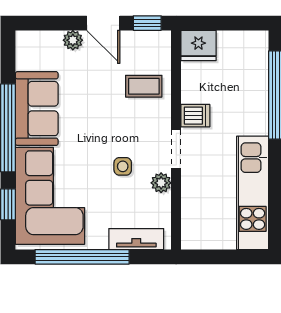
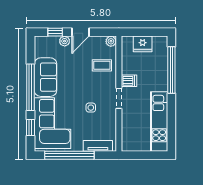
door: (103, 23) -> (81, 32), hinge flipped
window: (147, 23) -> (55, 32), moved
fridge: (198, 45) -> (143, 44), moved
plant: (161, 183) -> (111, 41), moved

